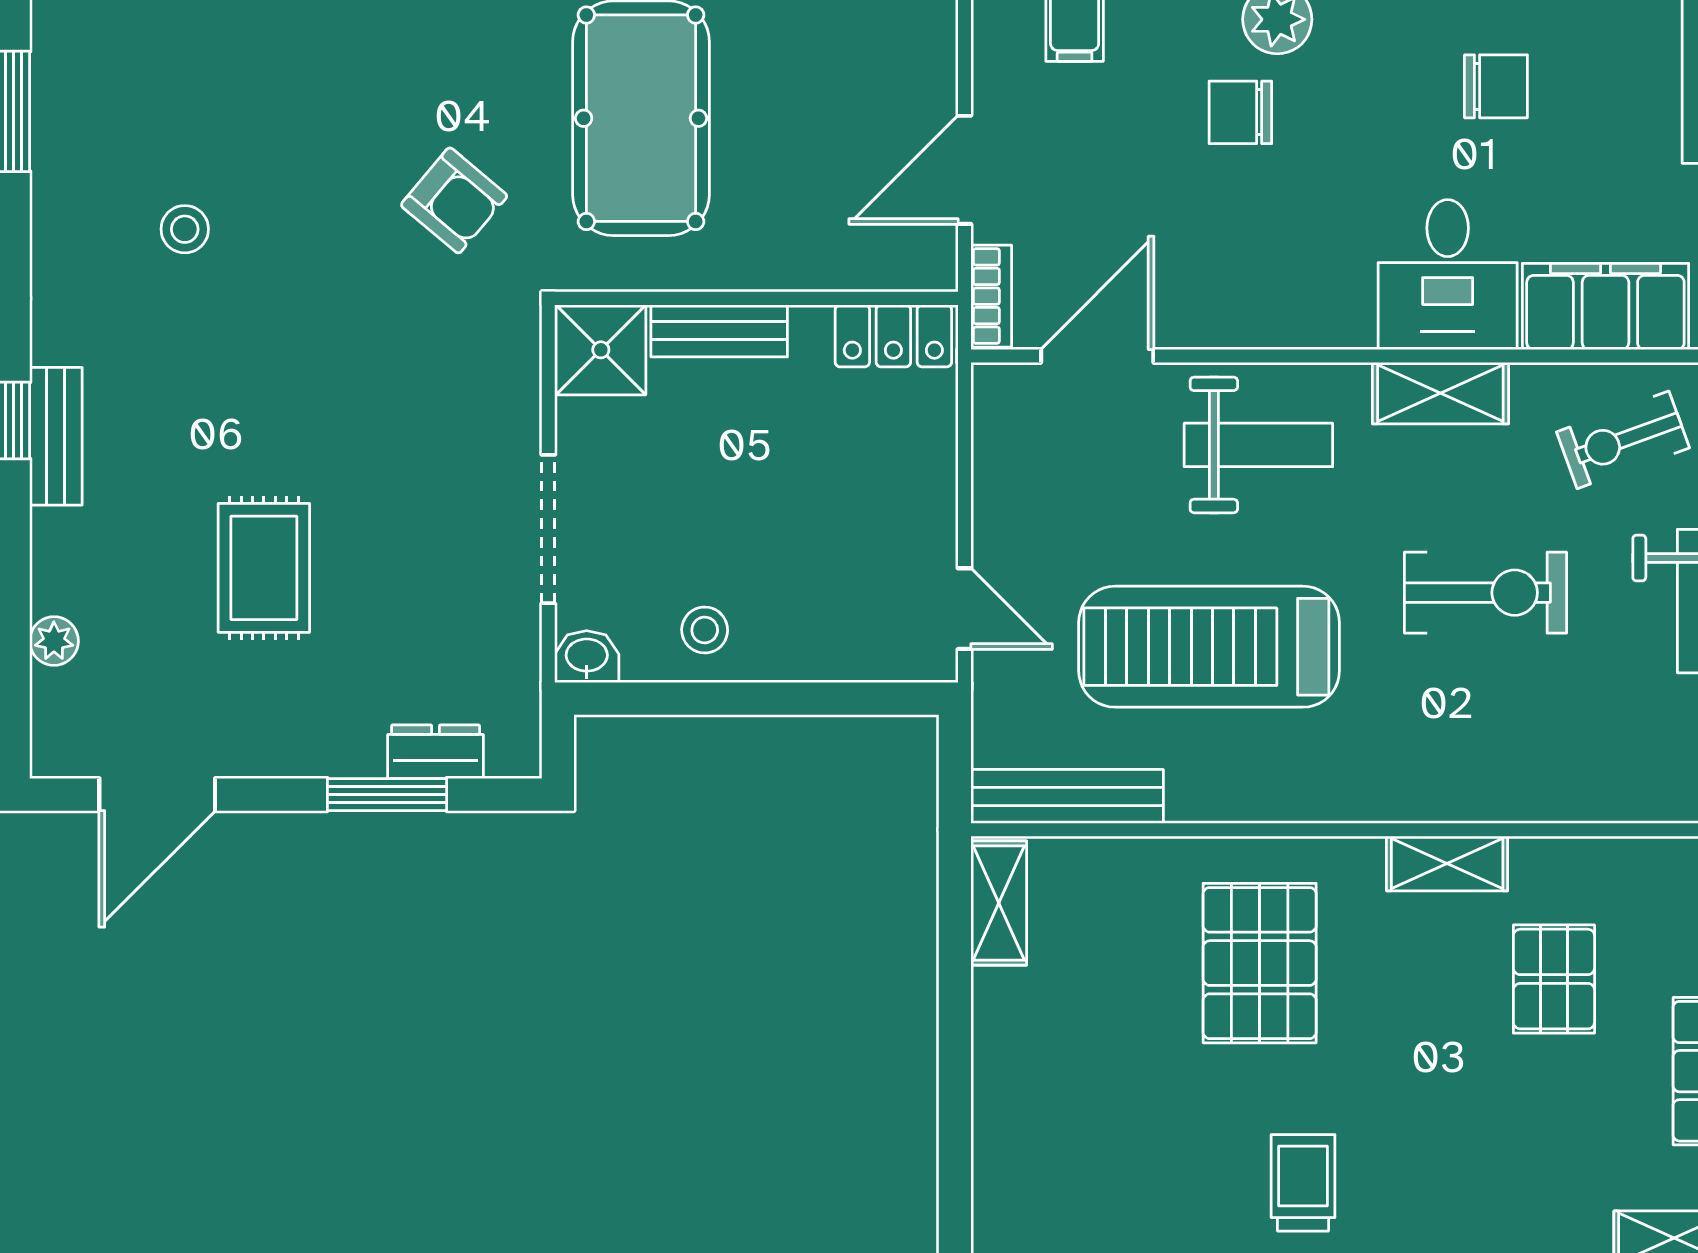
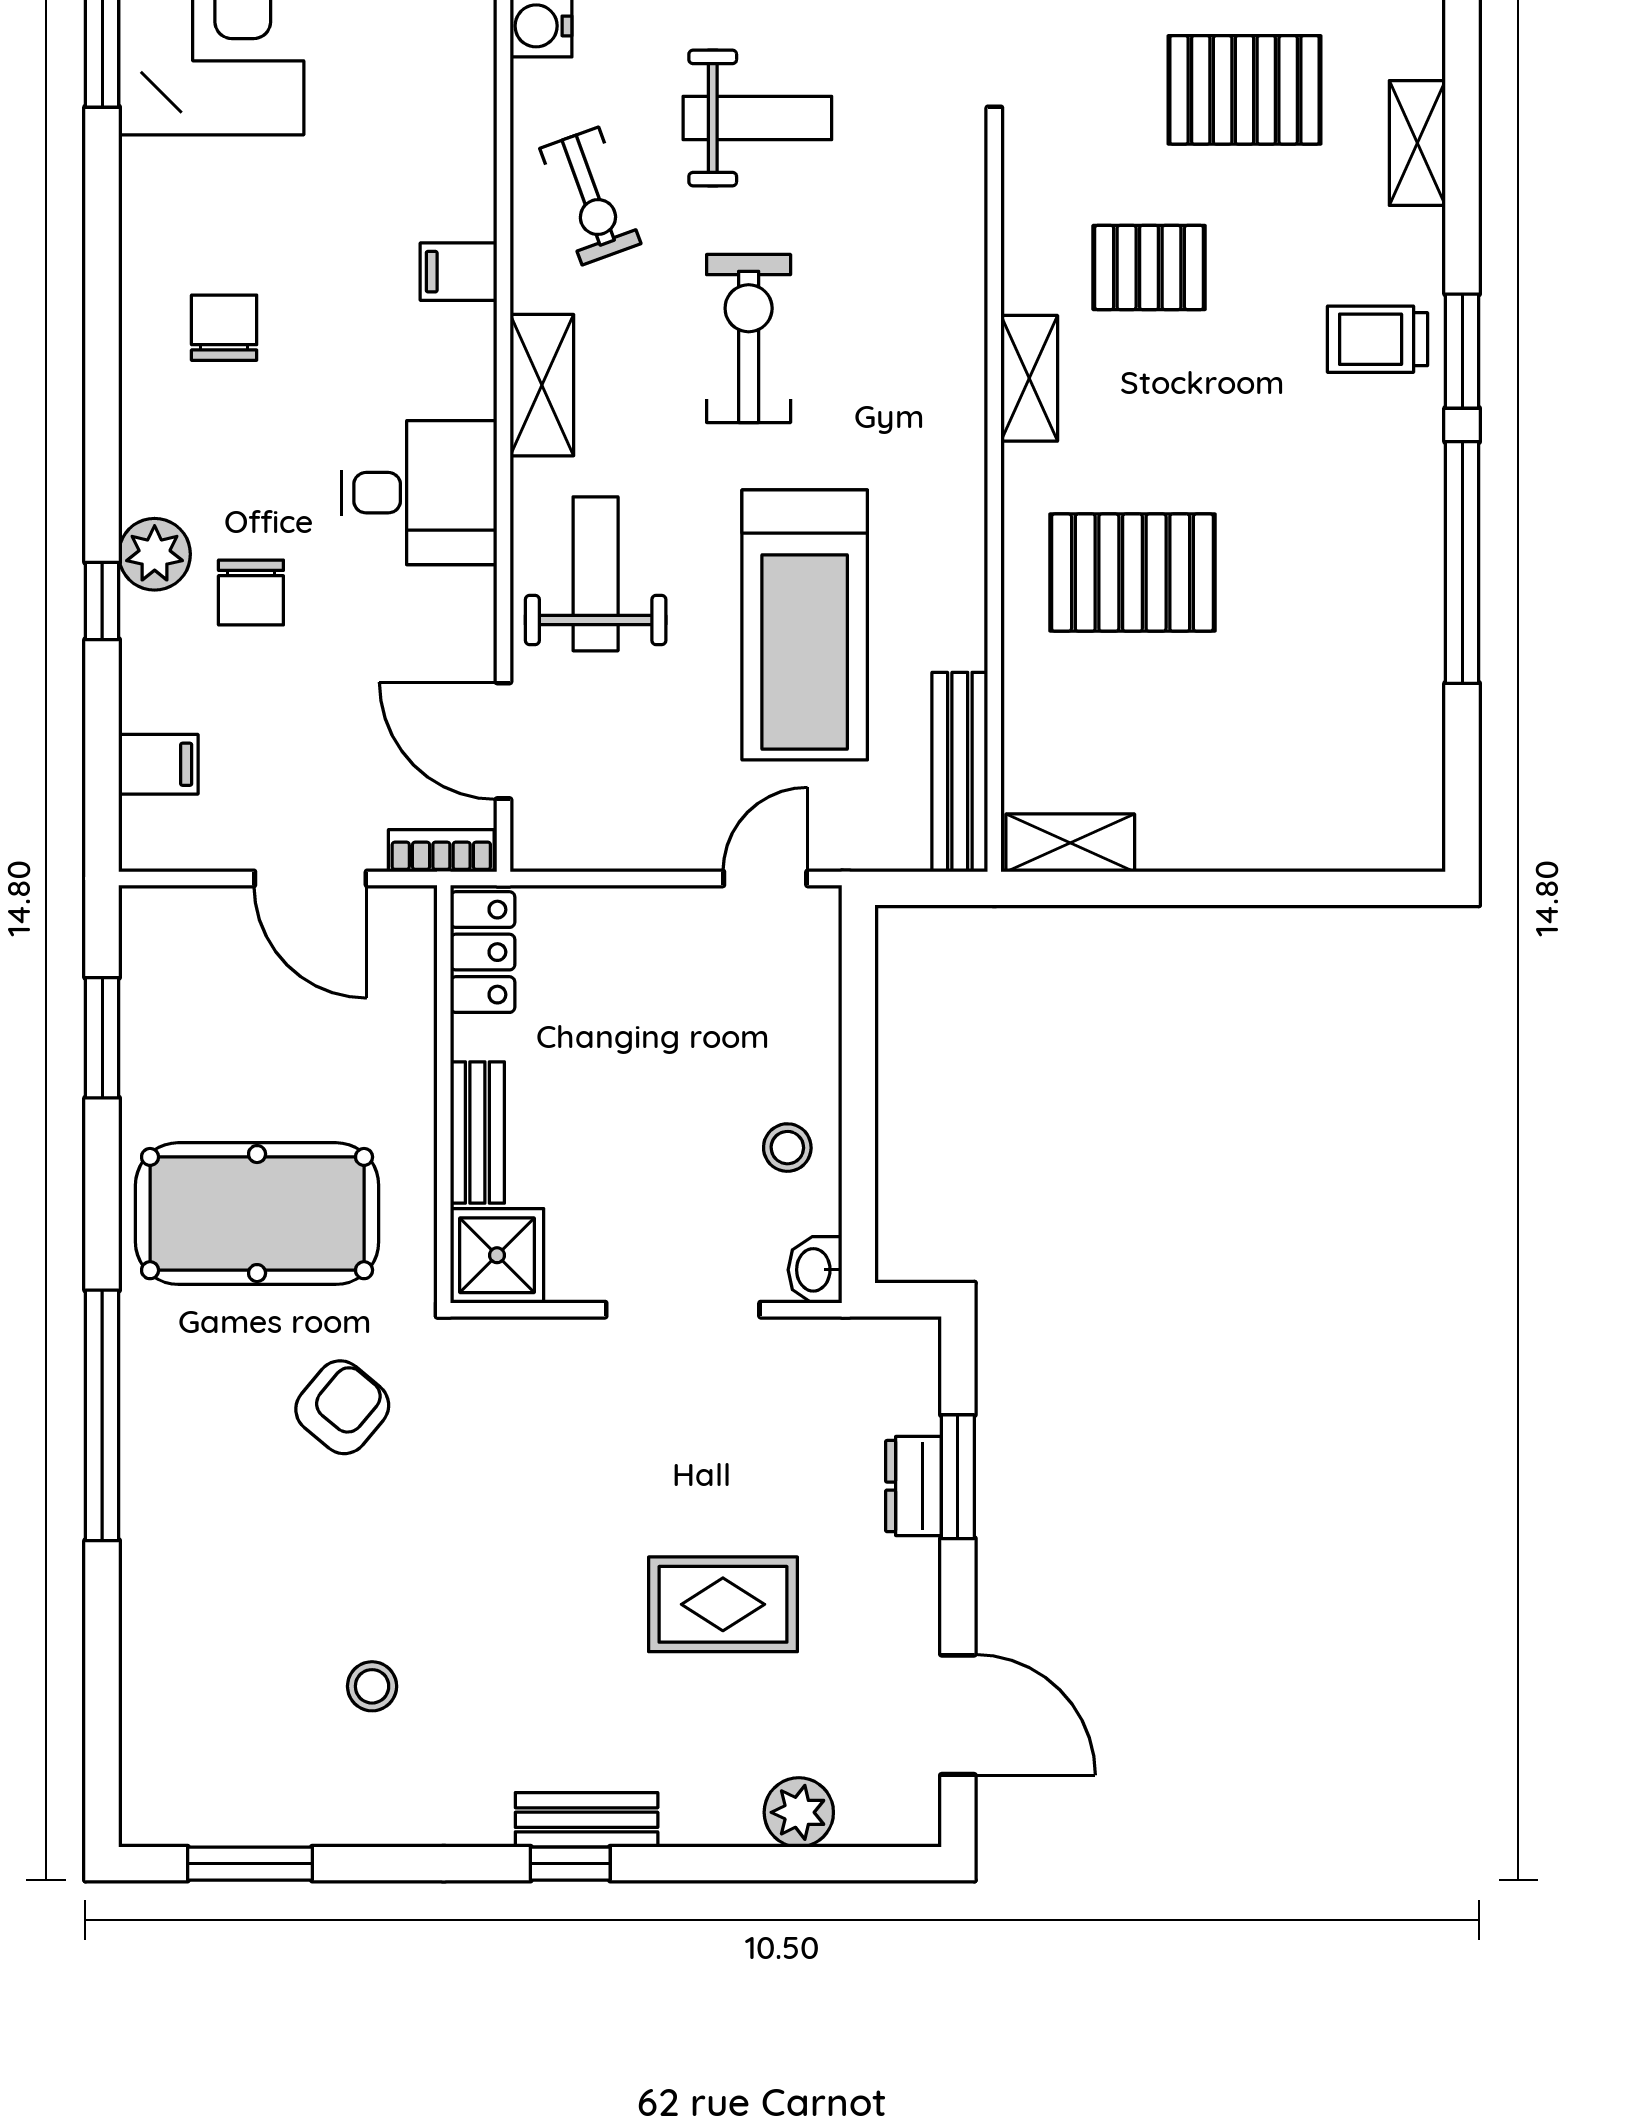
desk: (1448, 275) -> (419, 493), moved
filing cabinet: (1605, 306) -> (458, 272), width x0.33, depth x0.86
plant: (54, 641) -> (799, 1812), width x1.38, depth x1.38
dresser: (436, 752) -> (913, 1486), moved
trolley: (1303, 1183) -> (1378, 339), moved

